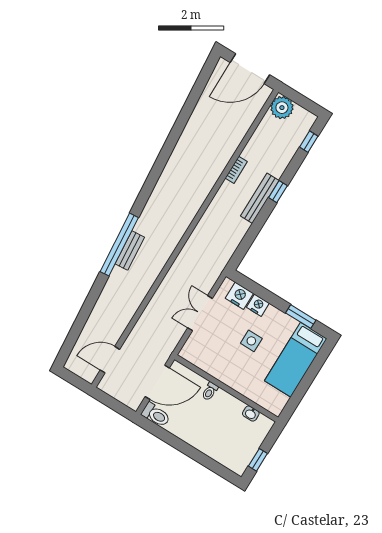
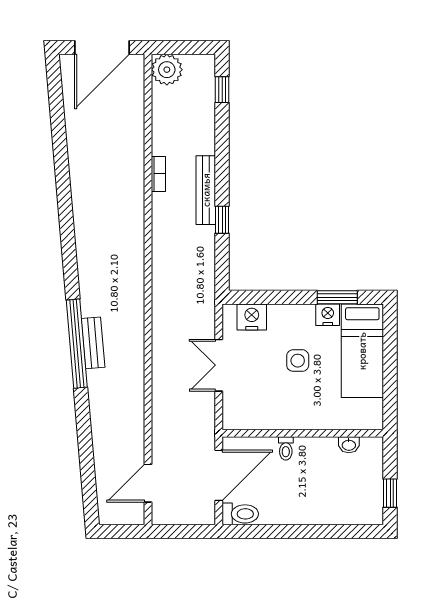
window: (278, 192) -> (222, 220), moved
nightstand: (258, 305) -> (328, 315), moved

